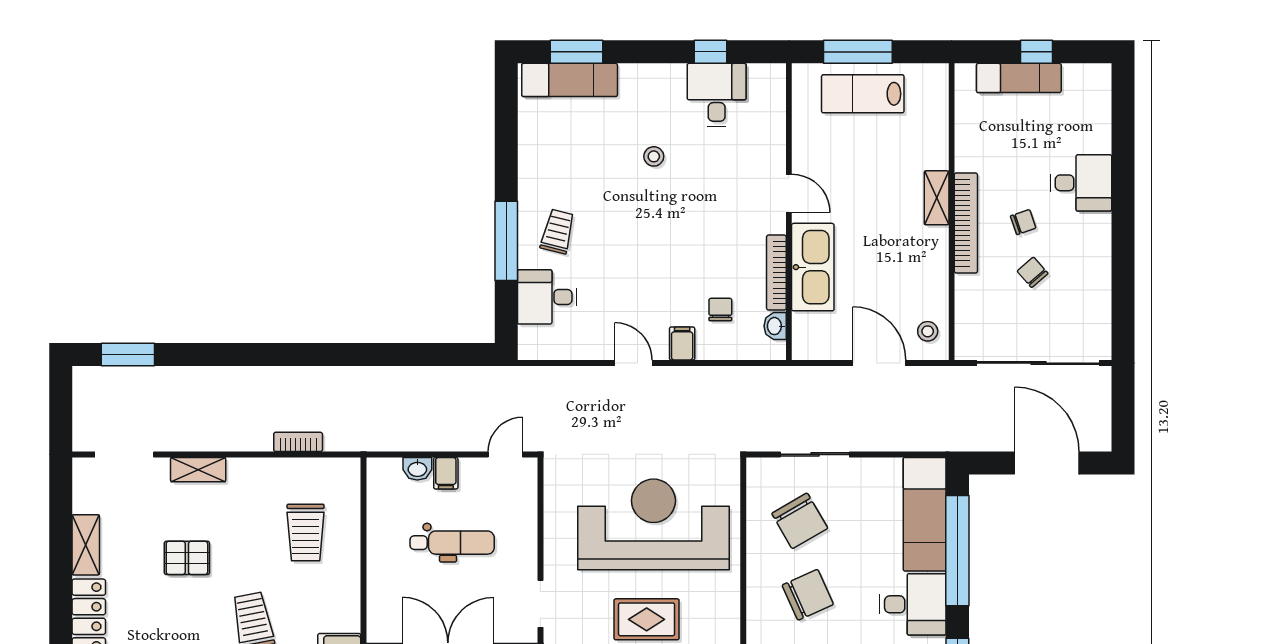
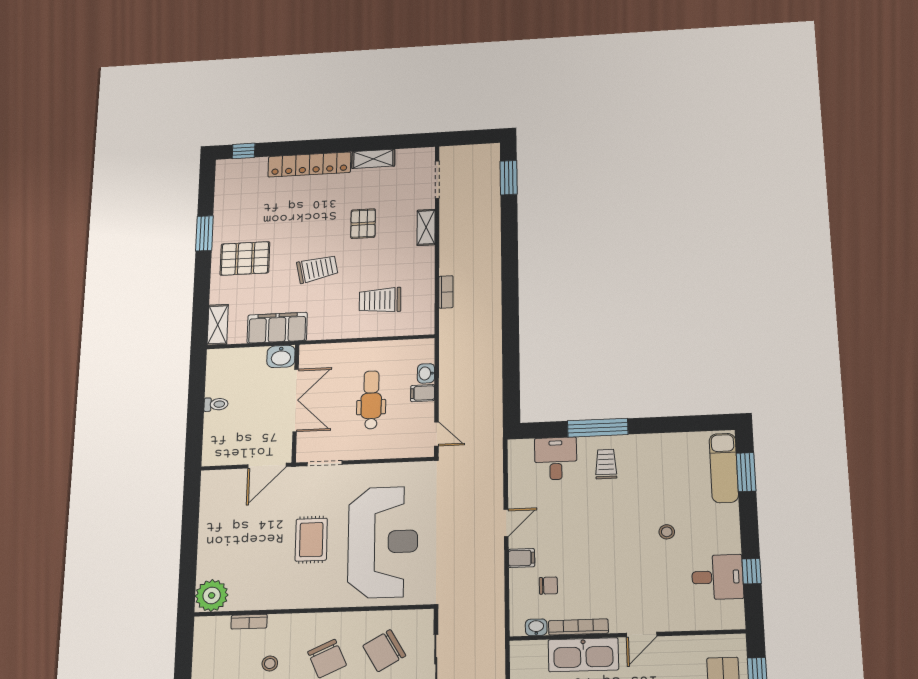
trolley: (558, 231) -> (606, 464), turned -104
dental chair: (452, 543) -> (371, 400), turned 180

